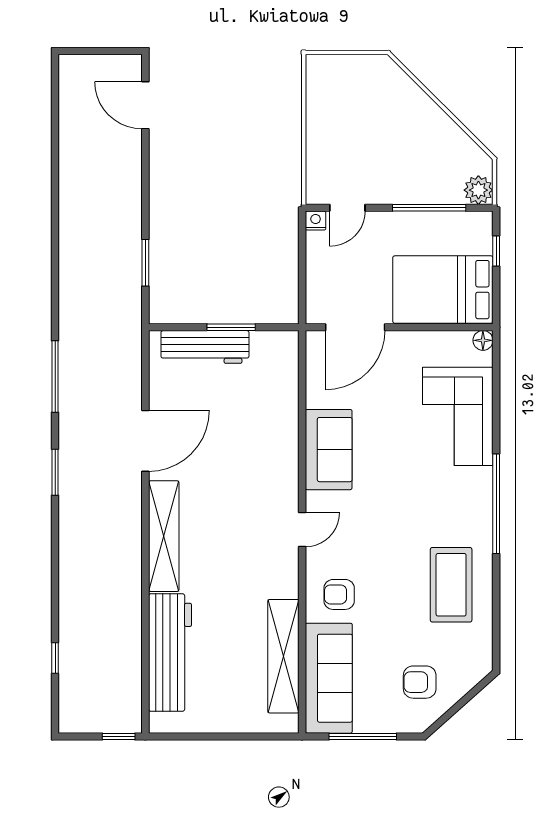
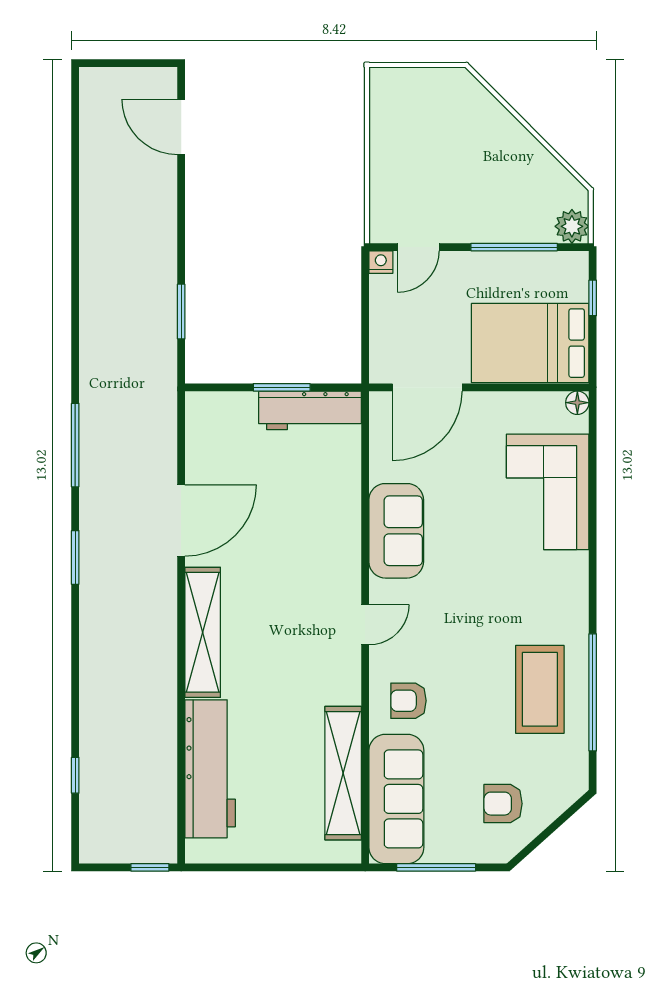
workbench: (205, 347) -> (310, 410), moved
window: (496, 504) -> (593, 692), moved

